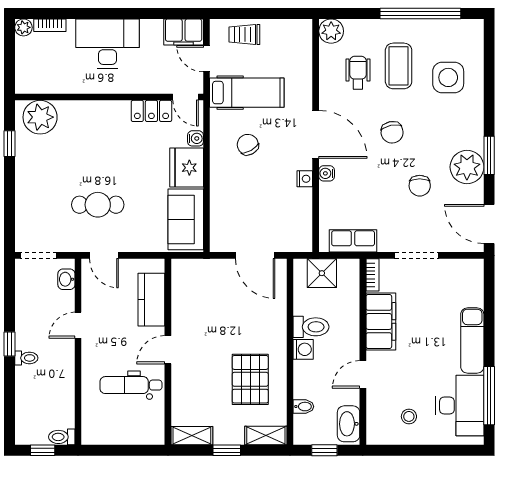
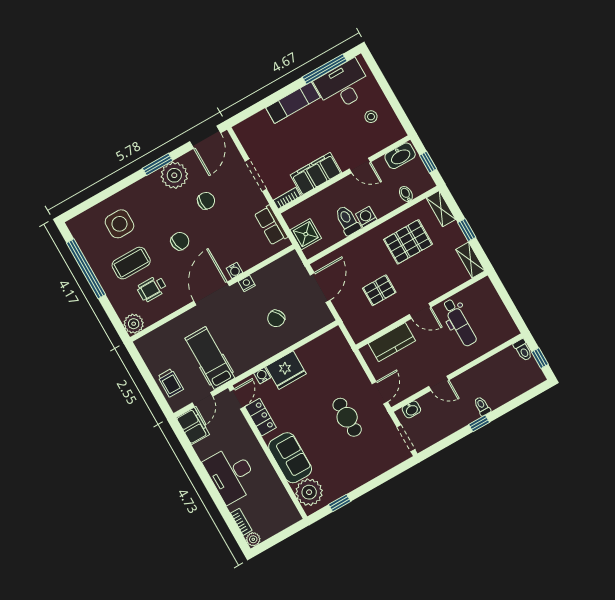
chair: (248, 145) -> (276, 318), moved
sofa: (186, 219) -> (290, 458), moved, turned -90
pallet: (216, 318) -> (379, 290), added

